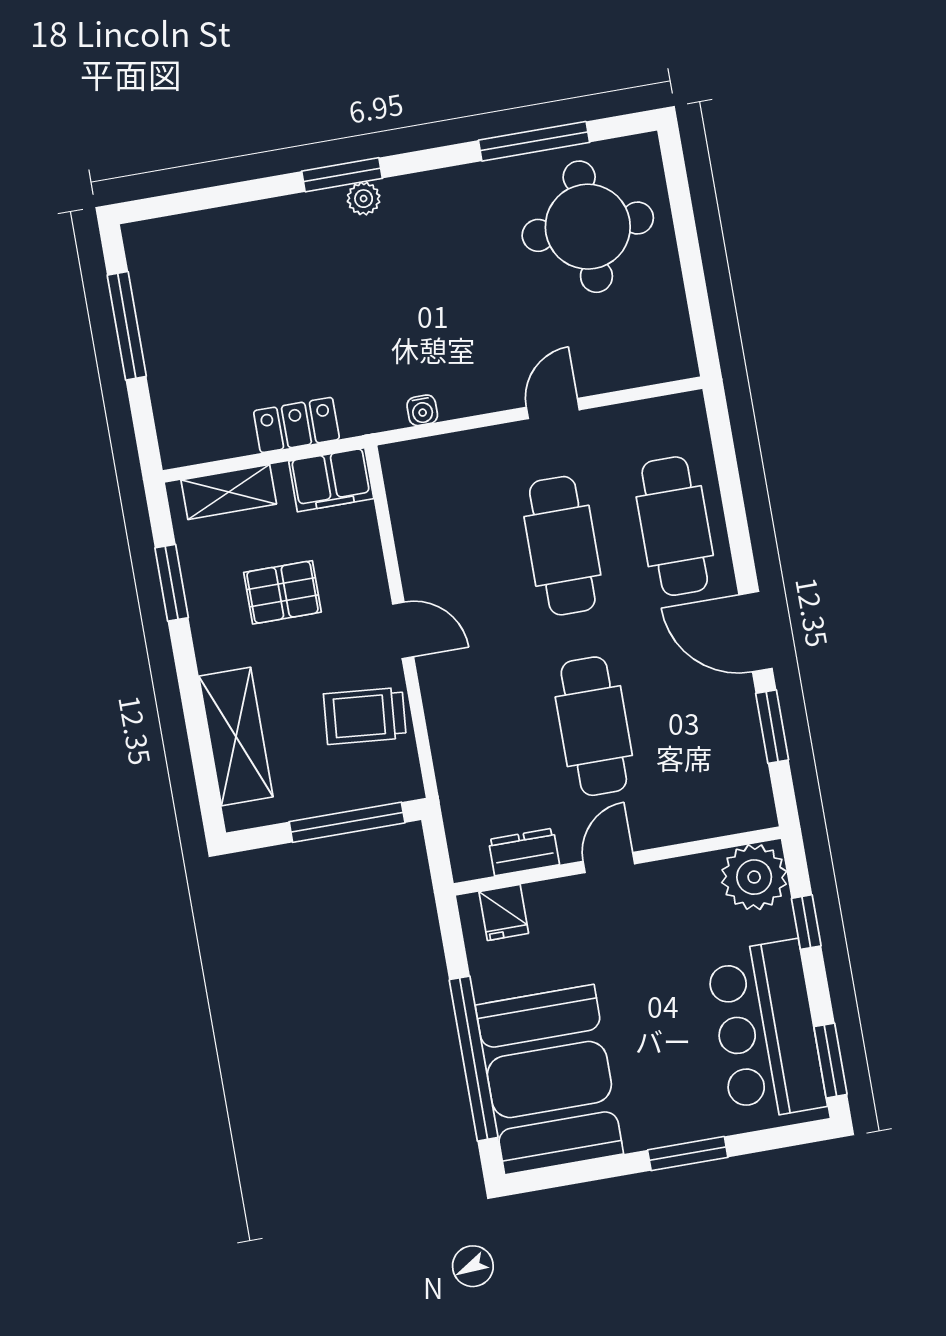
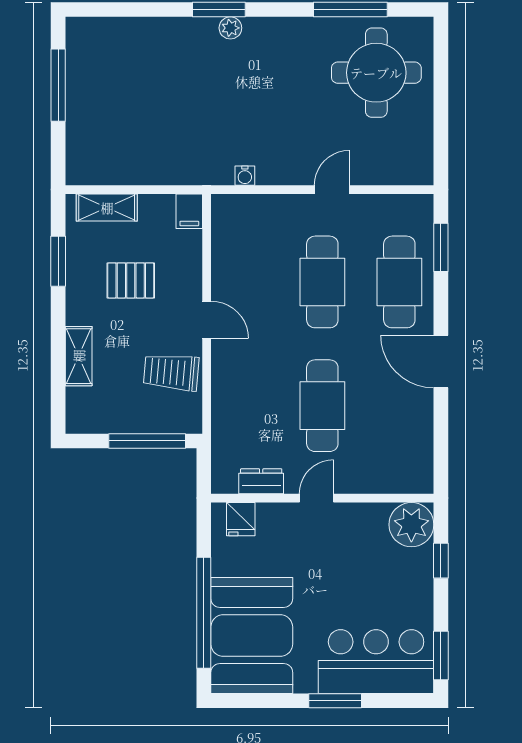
locker: (296, 425) -> (159, 171), removed
filing cabinet: (331, 480) -> (189, 211), width x0.50
window: (772, 727) -> (441, 247), moved
shelving: (236, 736) -> (79, 356), width x0.67, depth x0.75
bar counter: (766, 1030) -> (376, 662), moved, turned 90

